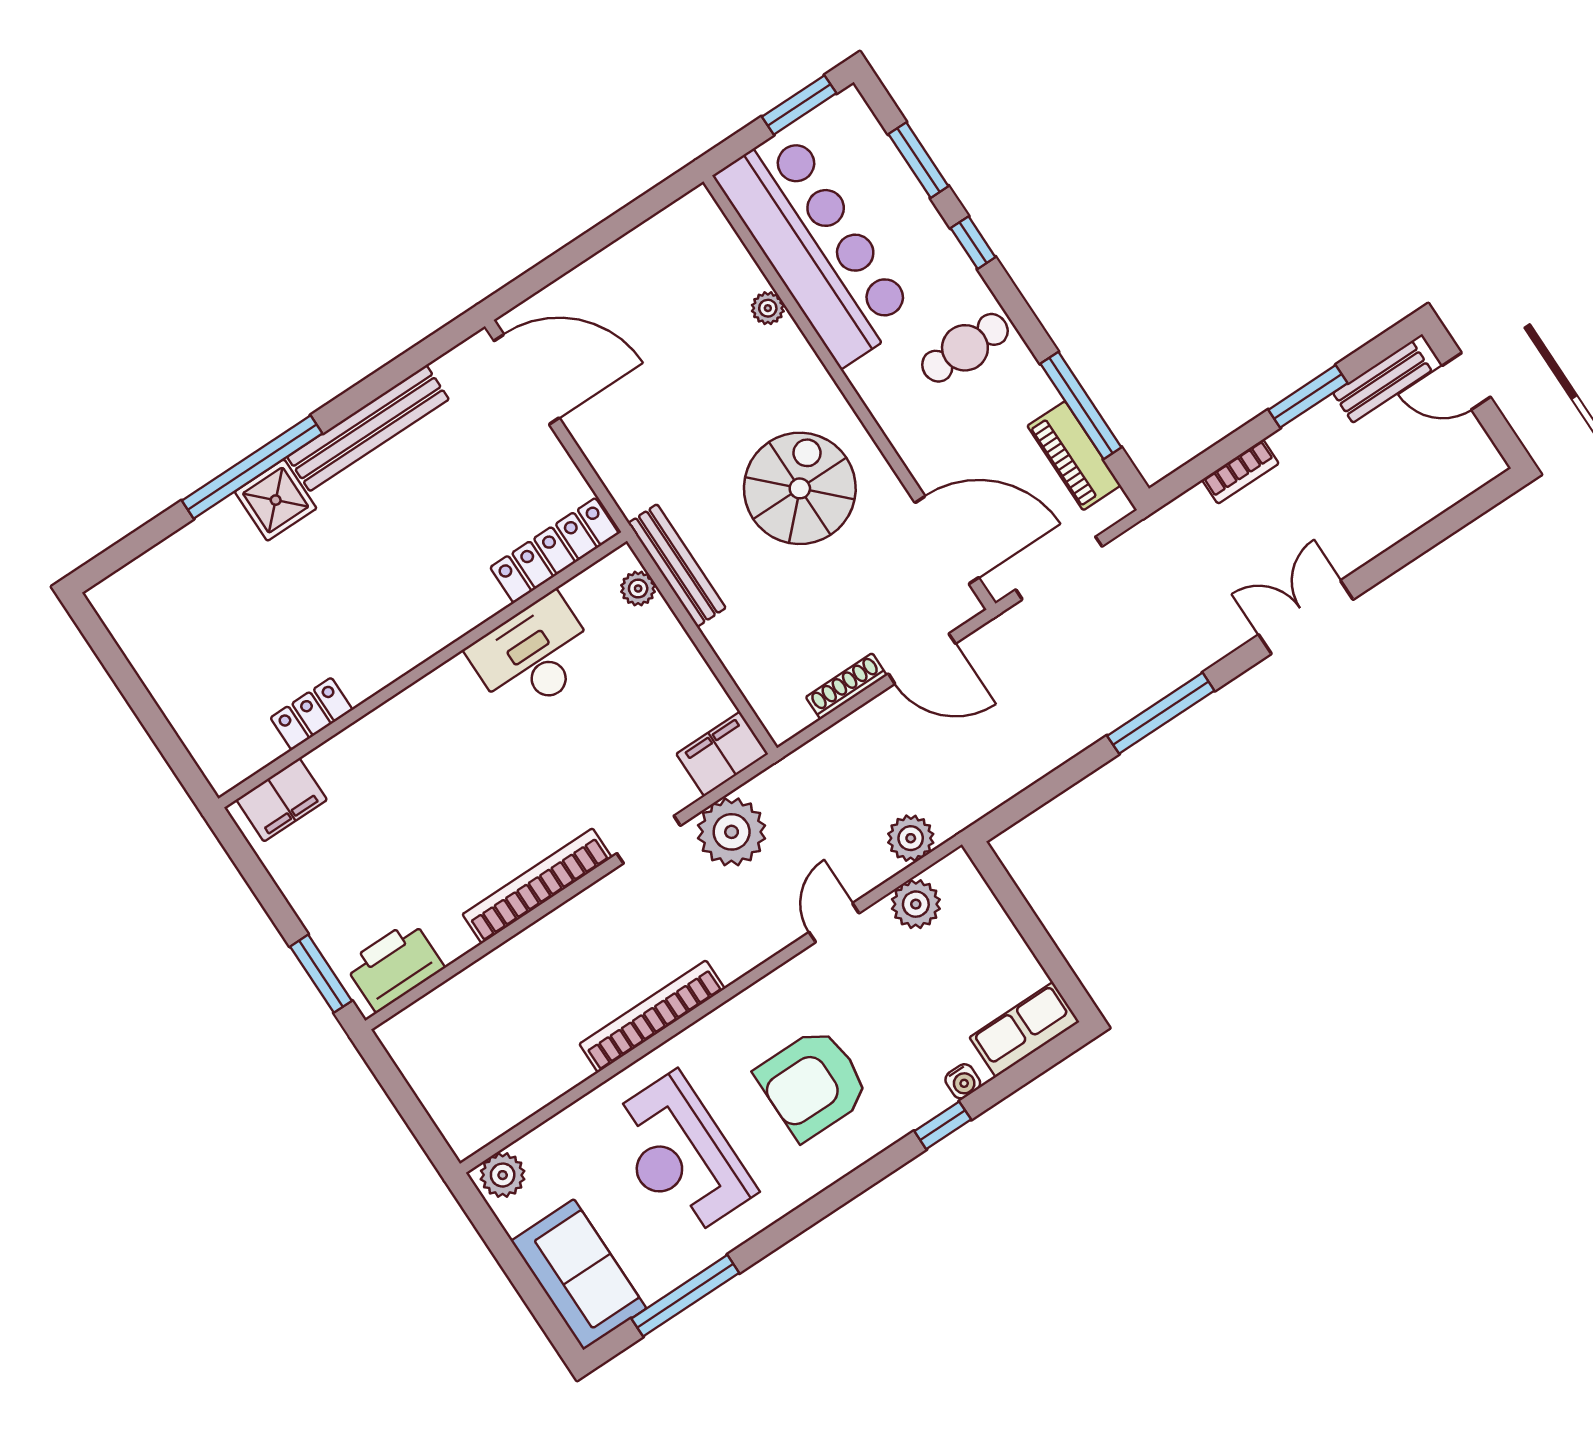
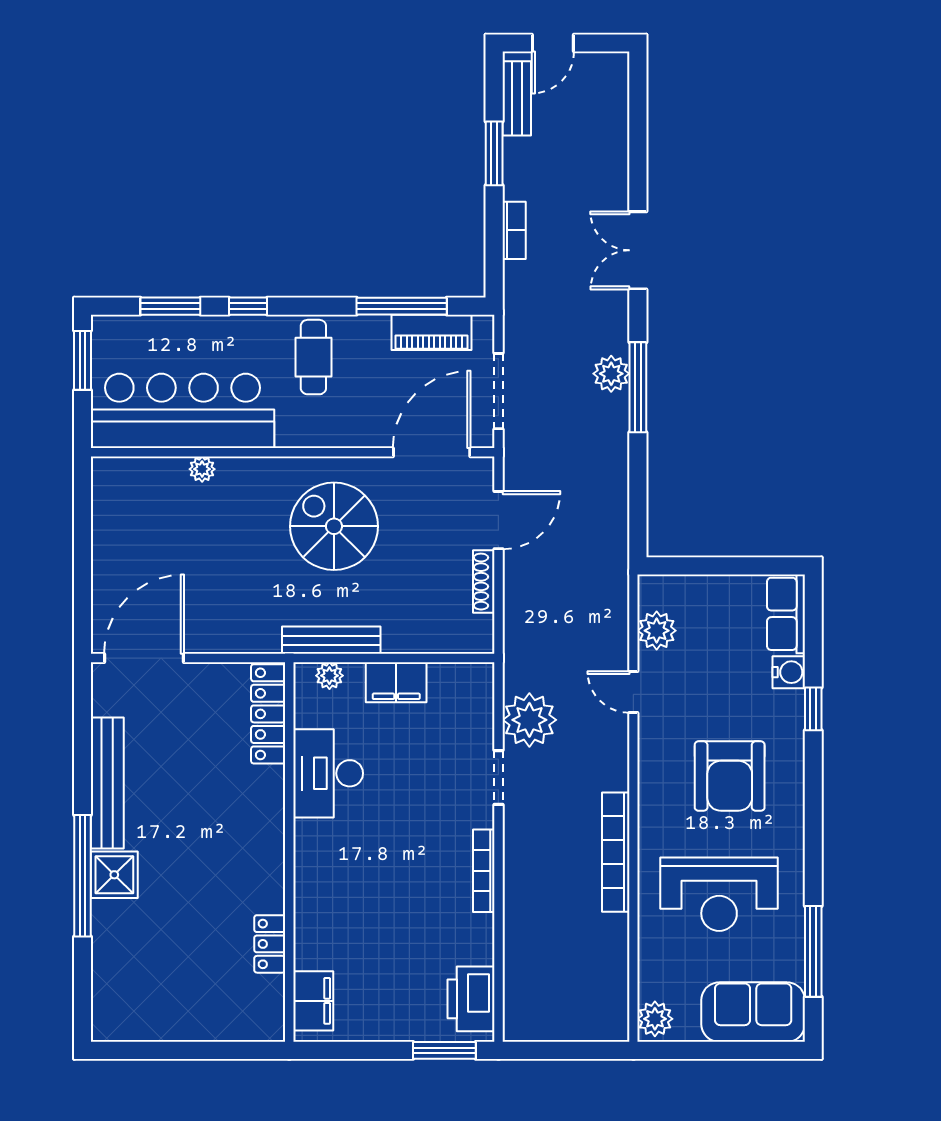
filing cabinet: (722, 754) -> (396, 682), moved, turned -90
plant: (911, 838) -> (611, 374), moved
bookcase: (537, 886) -> (484, 871), width x0.68, depth x0.76
water cooler: (963, 1081) -> (789, 672), width x1.38, depth x1.38

